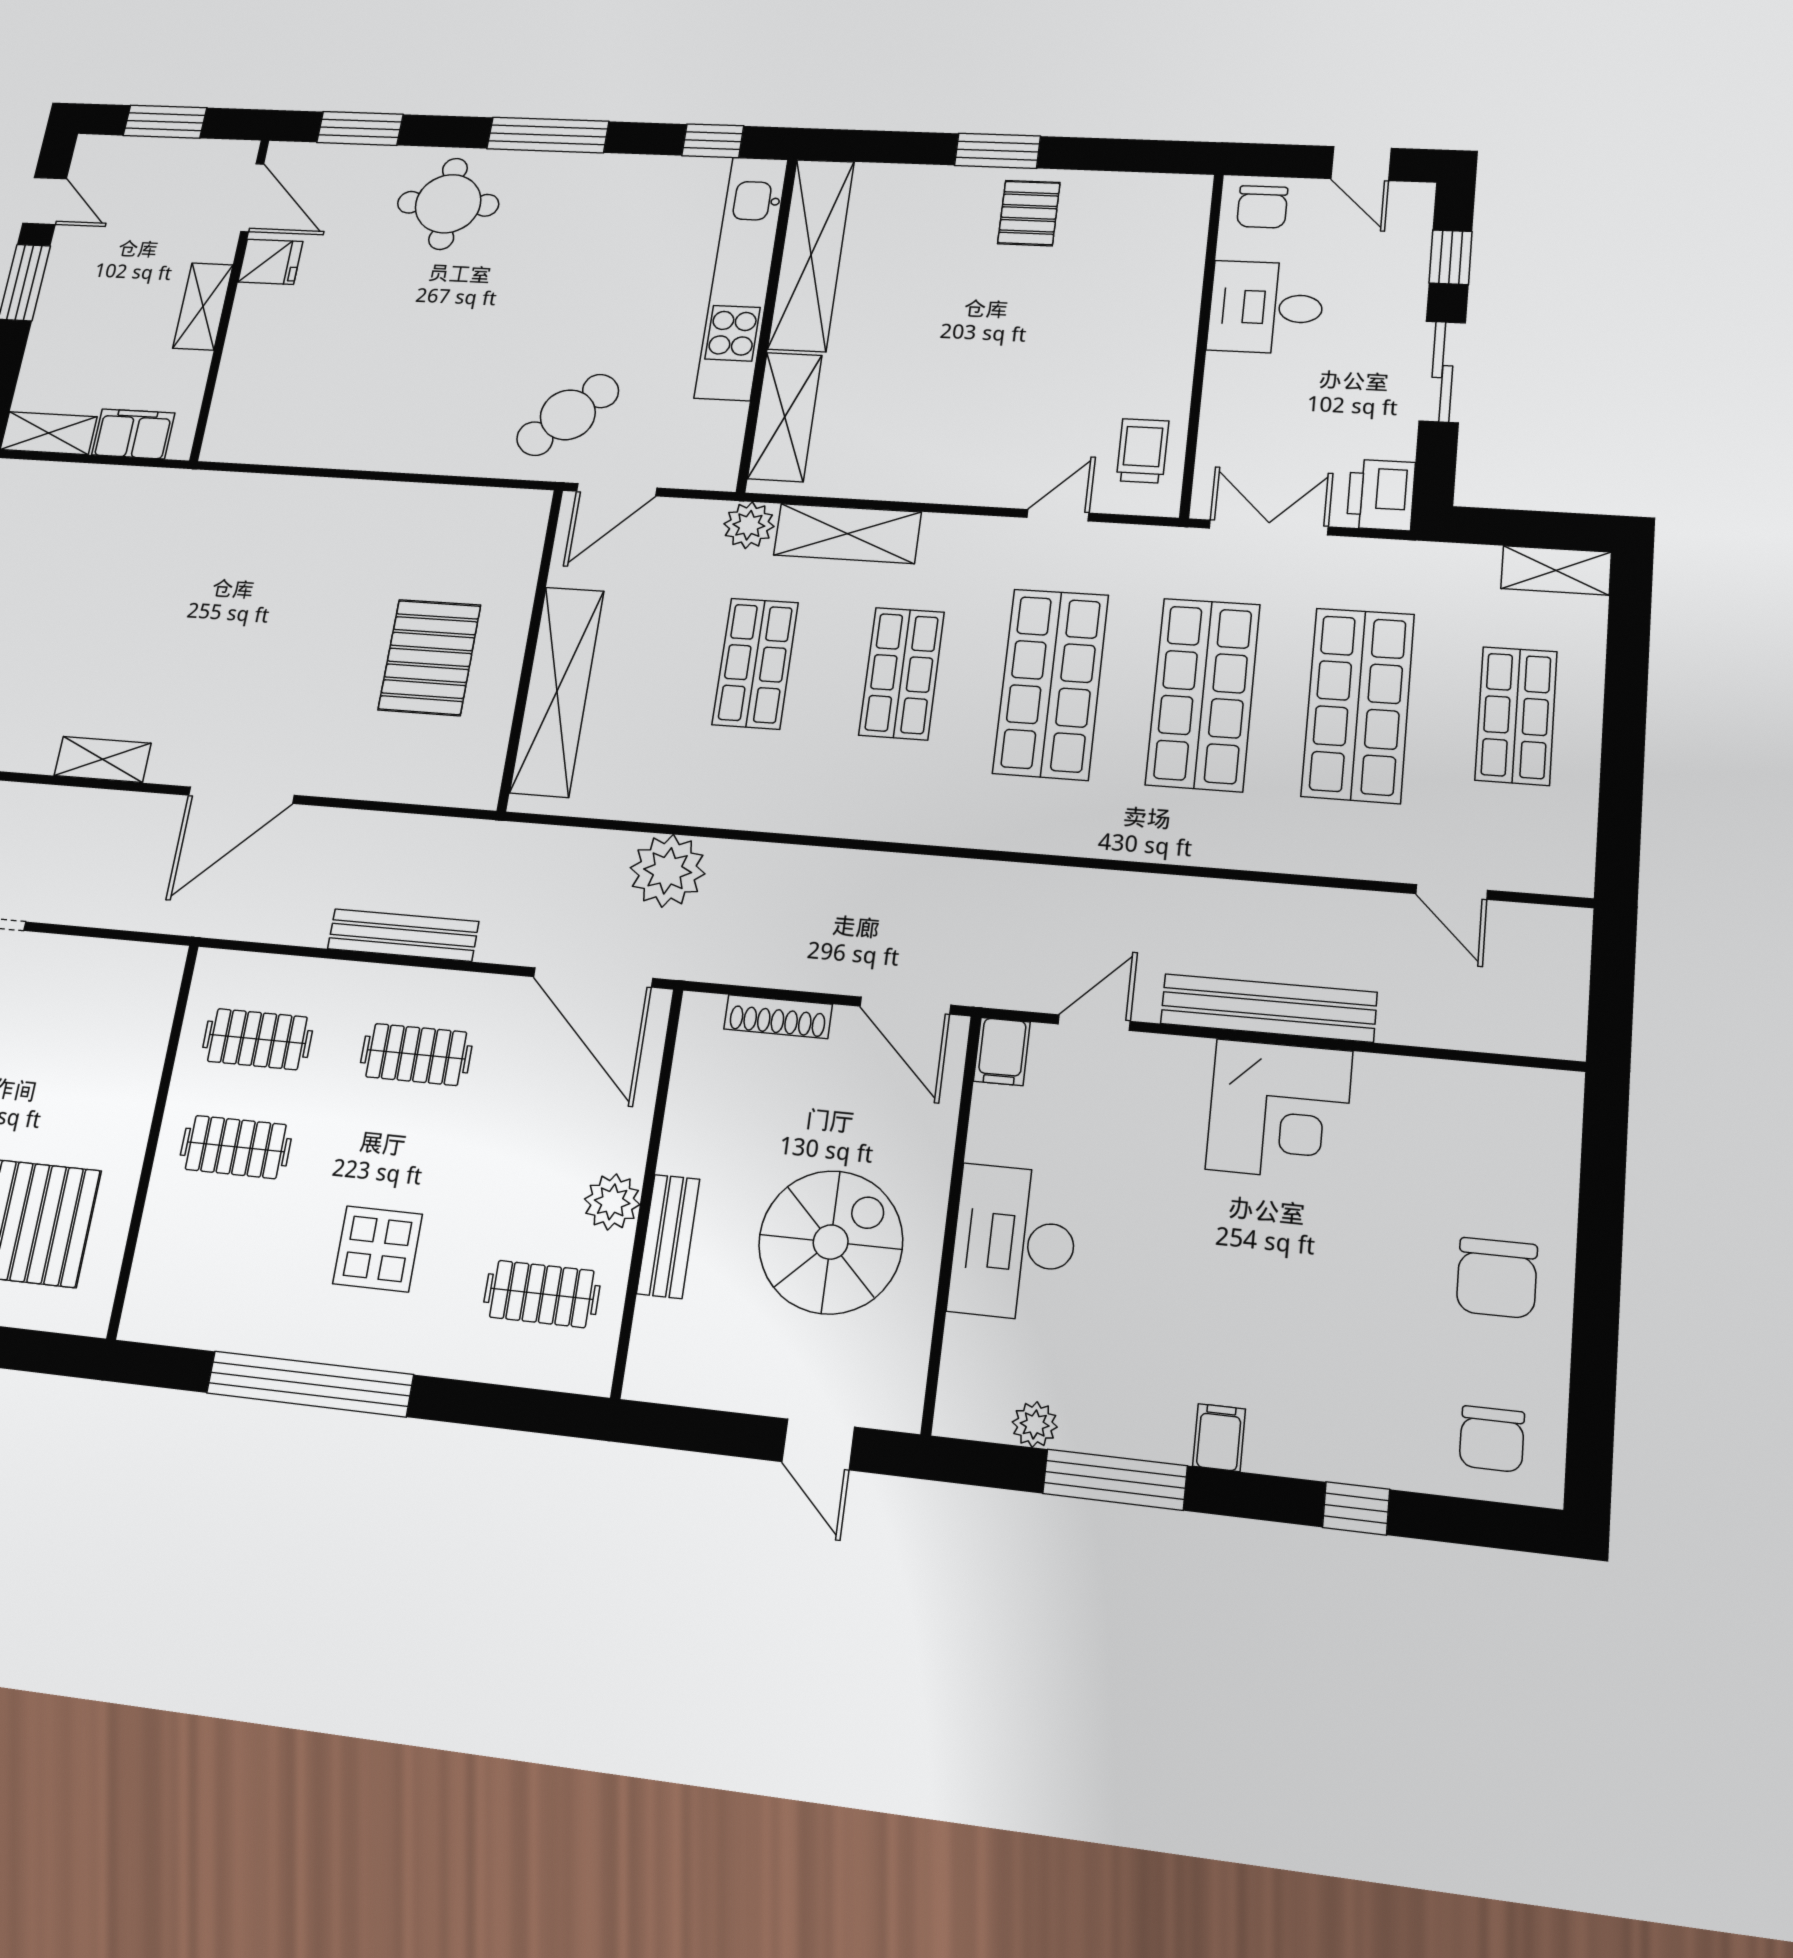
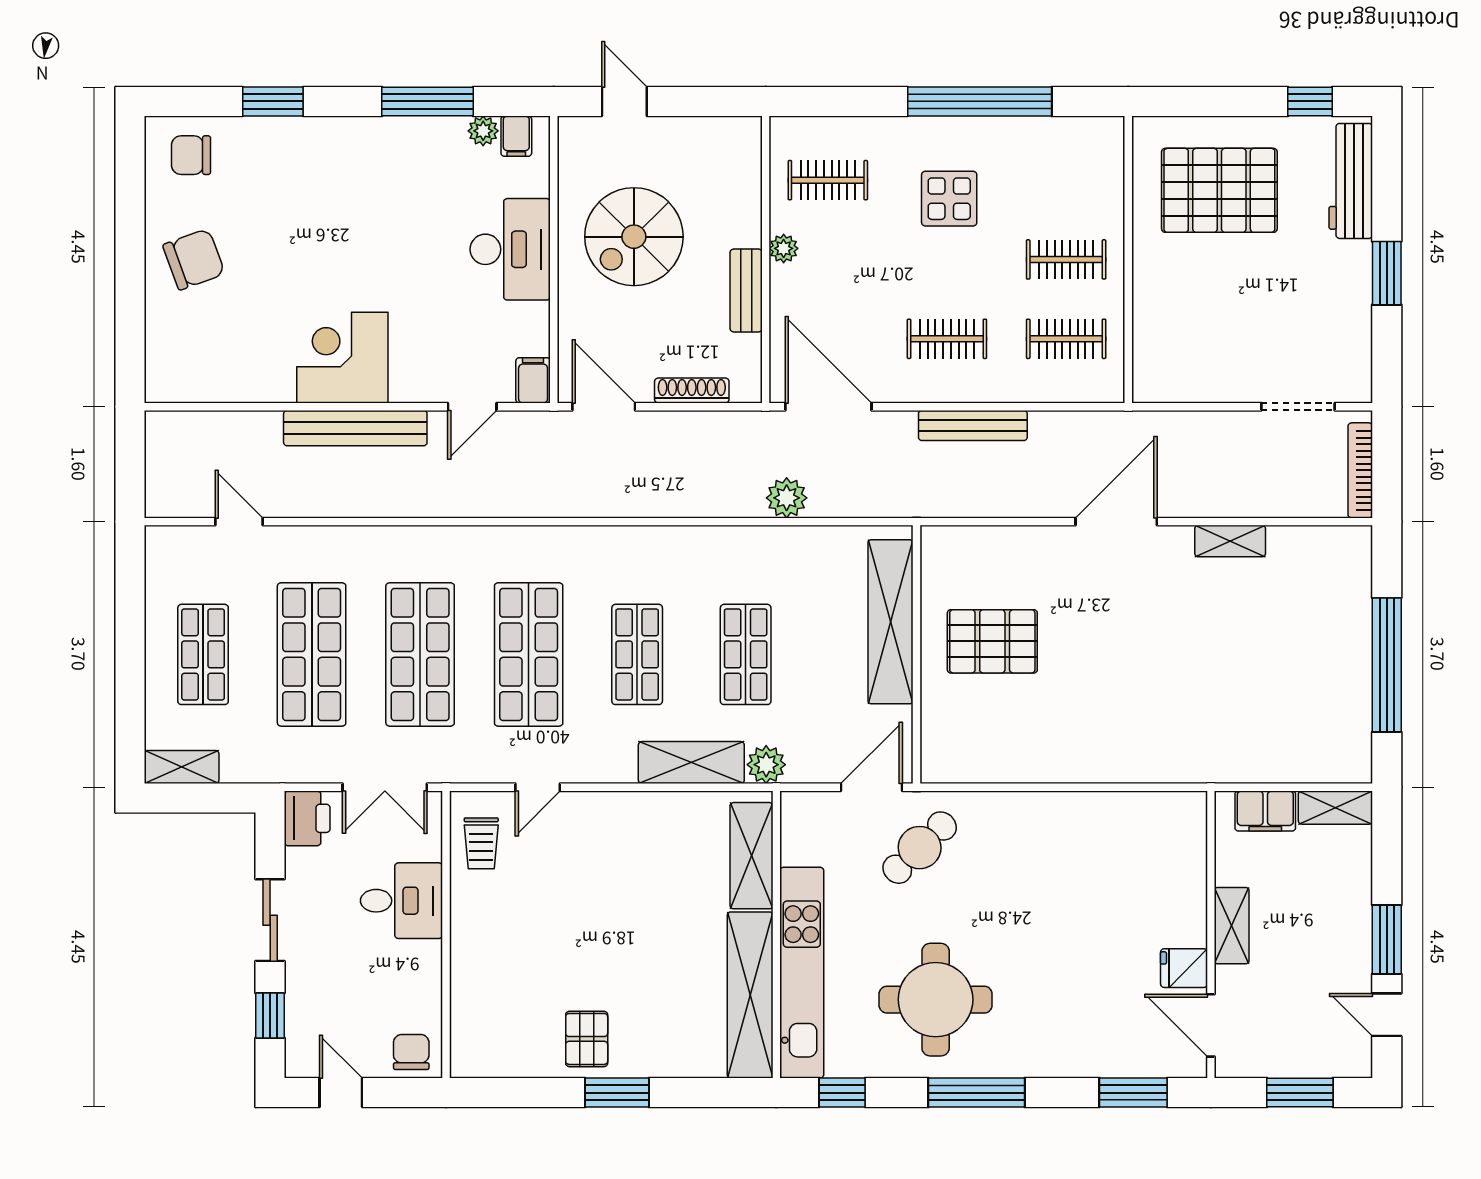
round table: (448, 204) -> (936, 1000), moved, width x1.36, depth x1.36
desk: (1266, 307) -> (401, 901), moved
pallet: (429, 657) -> (992, 641), turned 90
plant: (668, 871) -> (787, 498), width x0.73, depth x0.73
plant: (612, 1202) -> (784, 248), width x0.73, depth x0.73
bench: (668, 1236) -> (746, 290), moved
chair: (1497, 1278) -> (194, 259), turned 70
filing cabinet: (1219, 1438) -> (516, 136), moved
chair: (1492, 1439) -> (191, 155), turned -90
window: (1356, 1508) -> (273, 101), width x1.50

